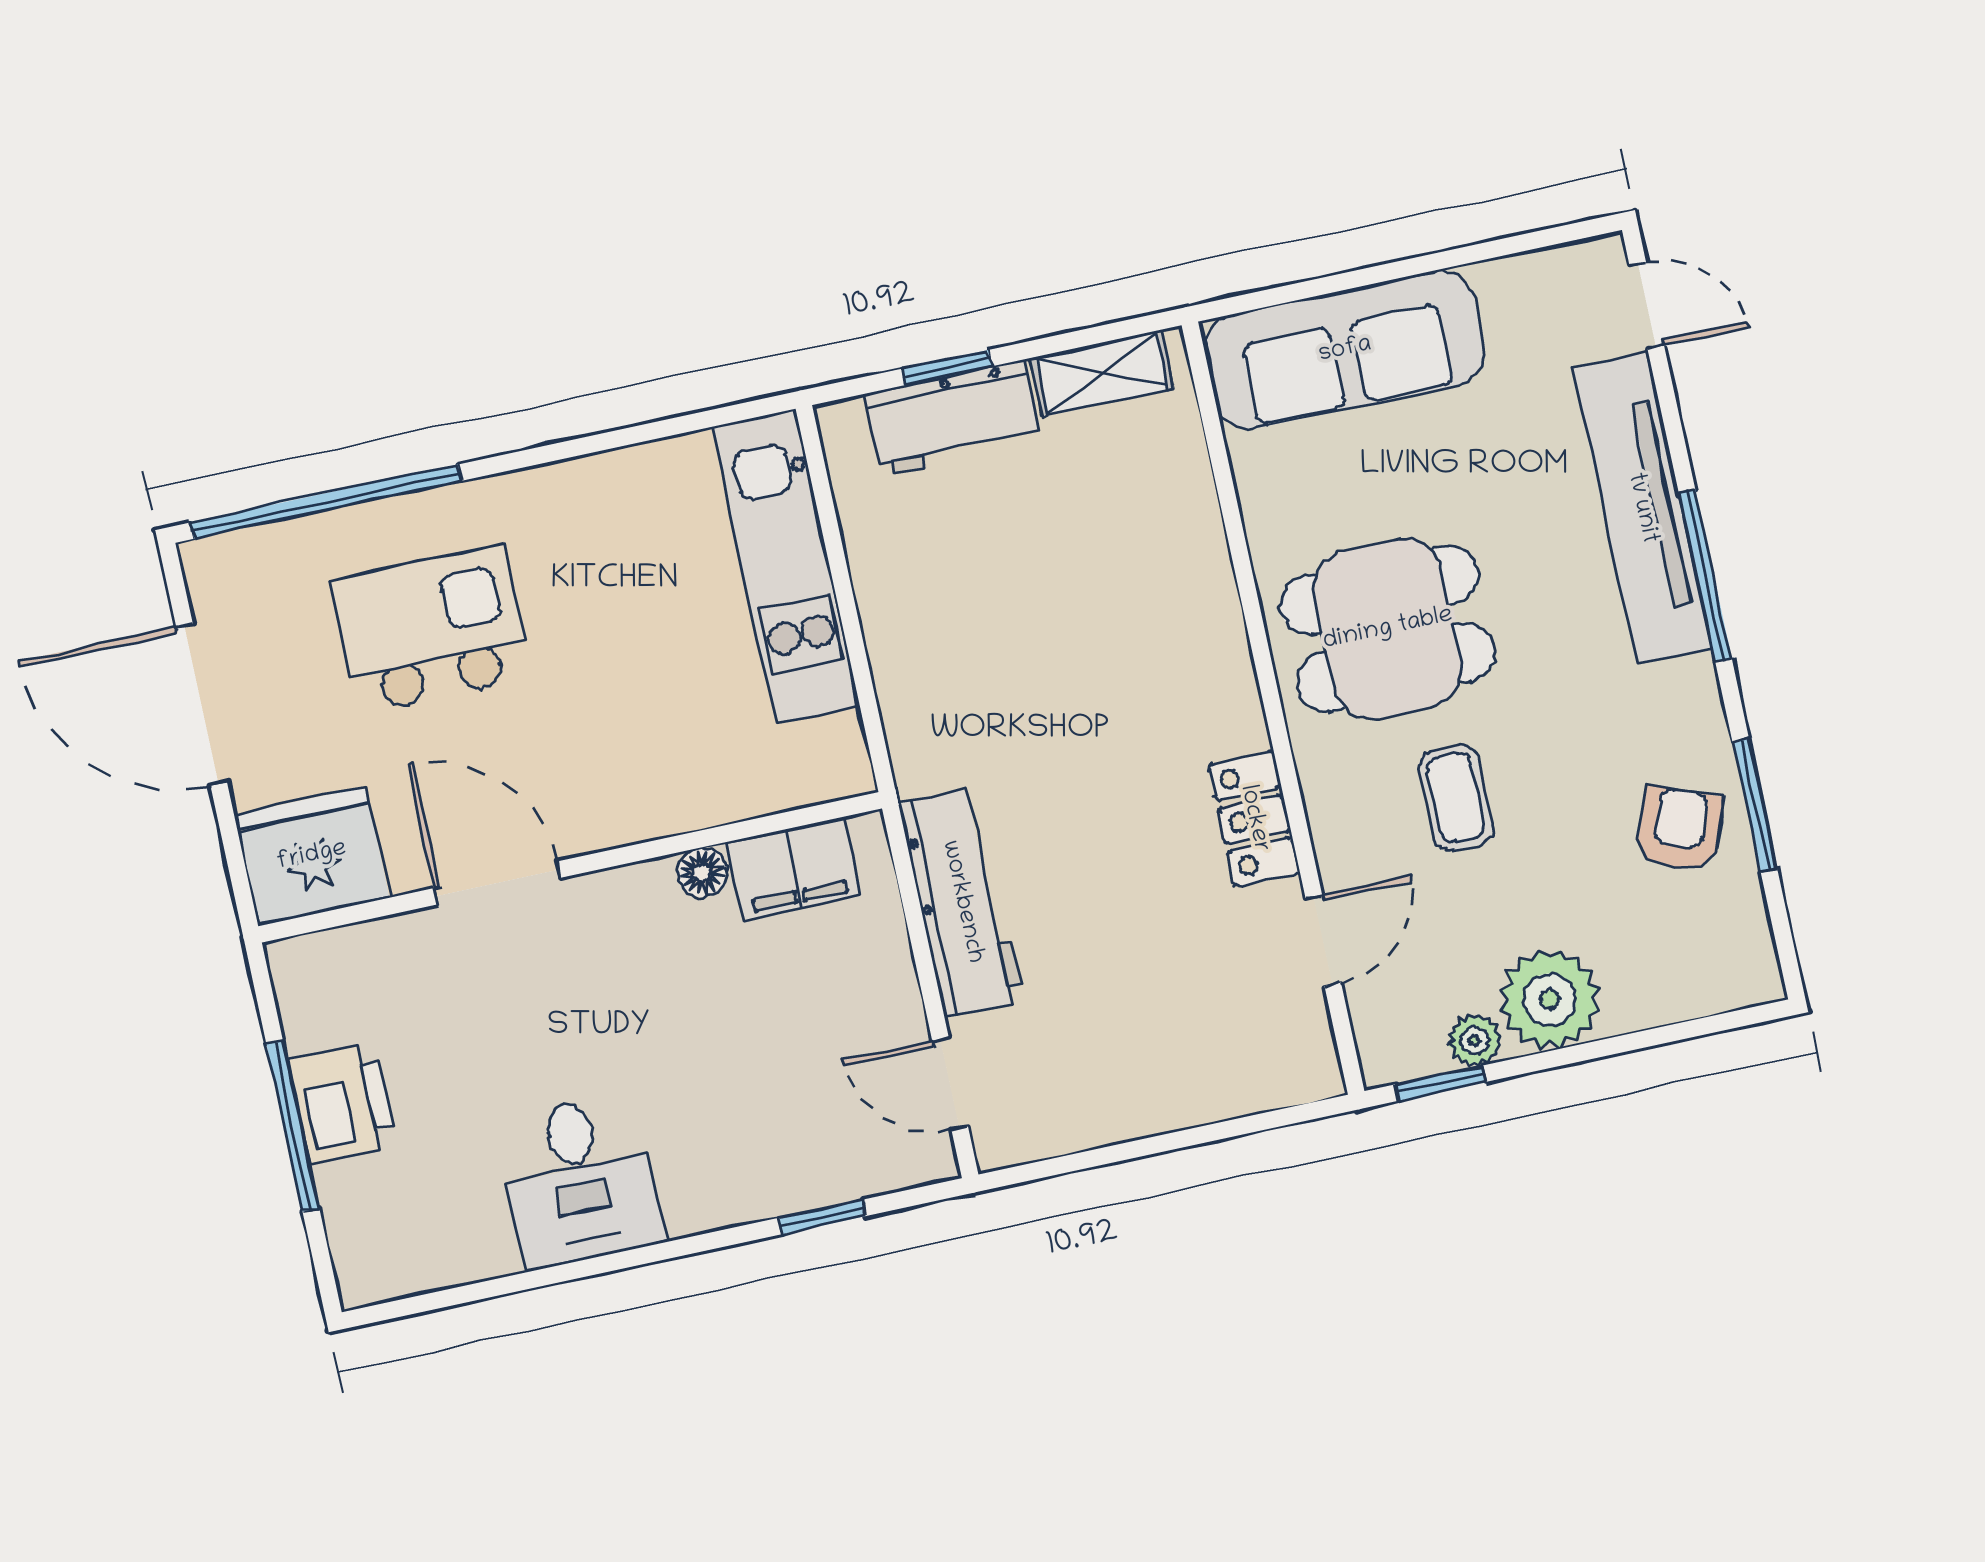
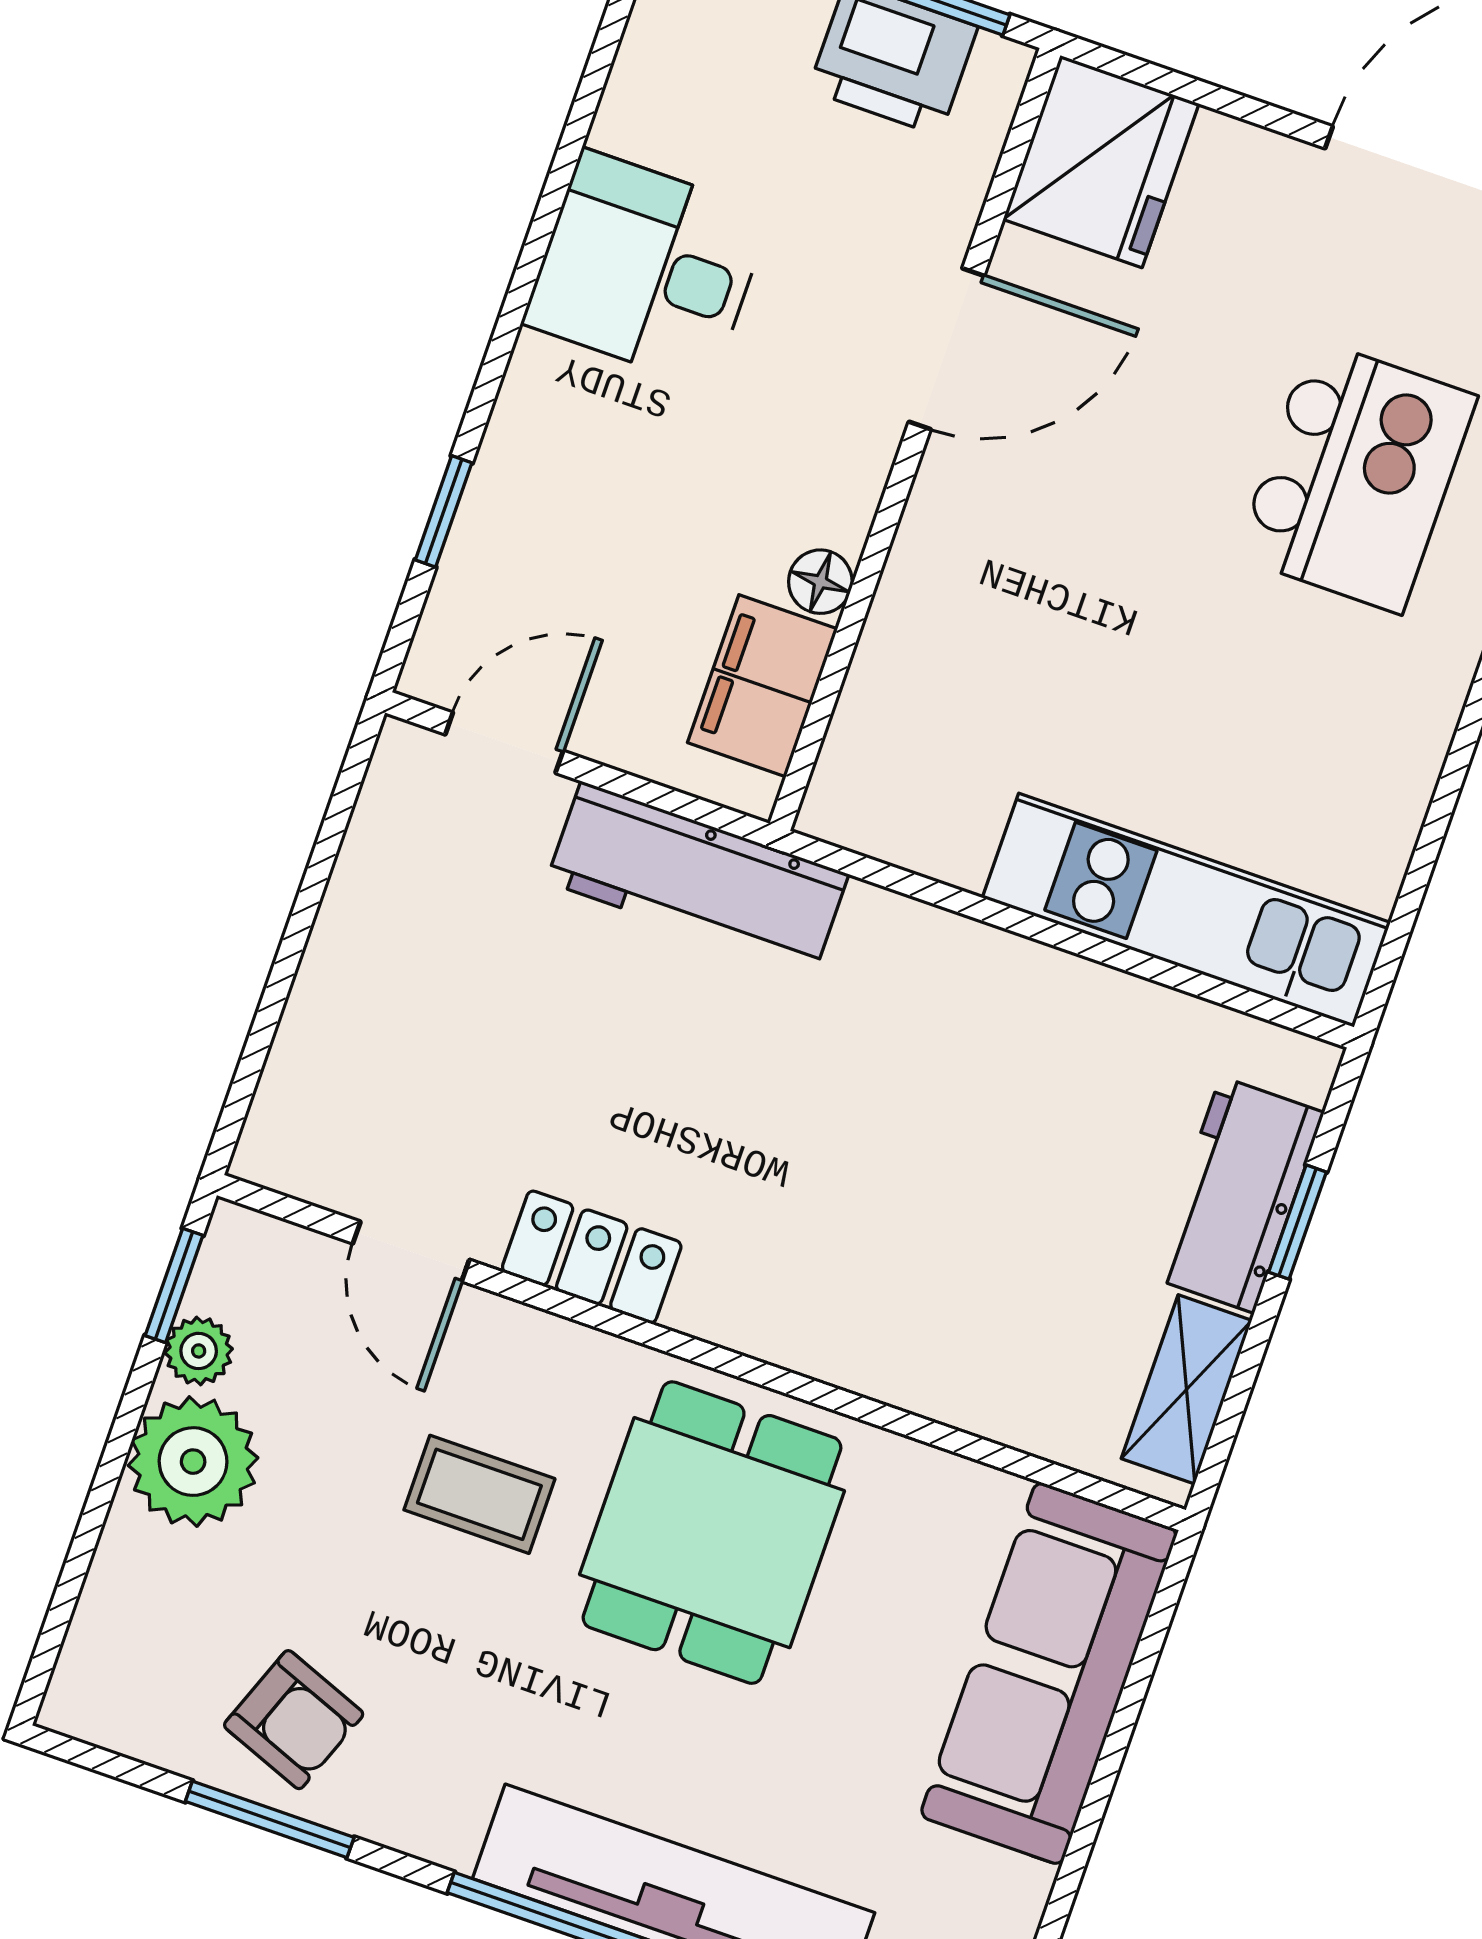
fridge: (312, 856) -> (1101, 161), moved
wall: (570, 867) -> (915, 439), moved
filing cabinet: (794, 869) -> (762, 686), moved
floor lamp: (702, 872) -> (820, 582), moved
door: (498, 883) -> (947, 349), moved

